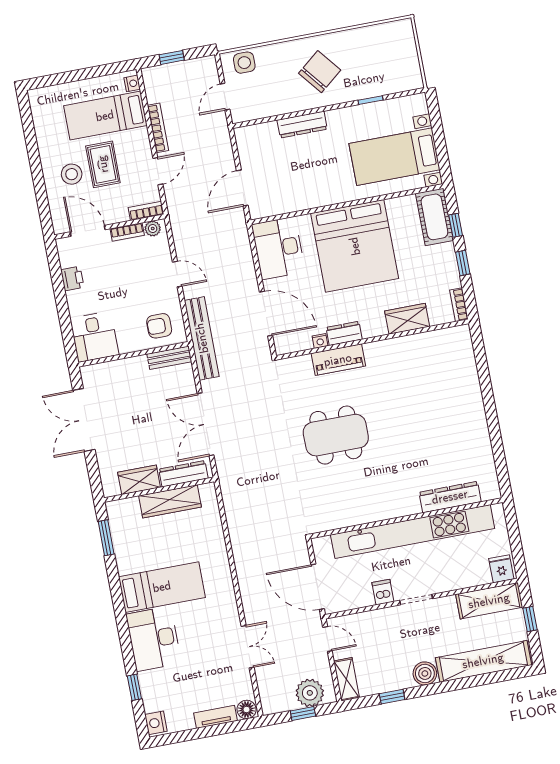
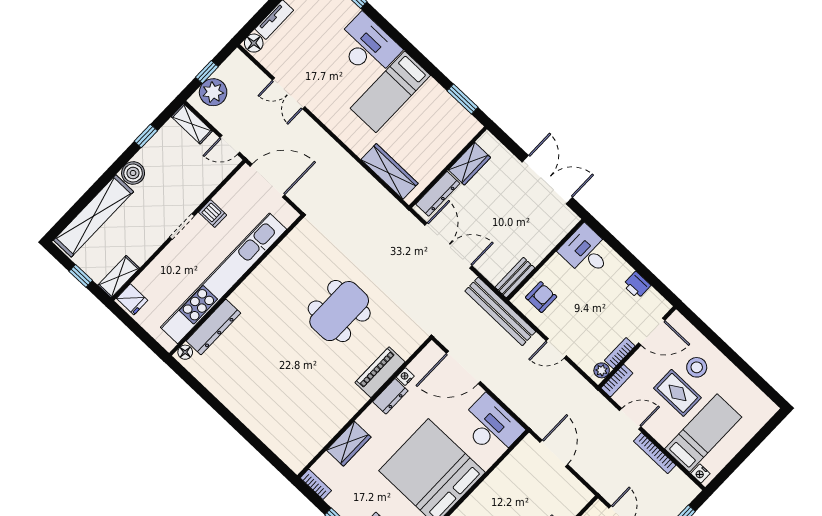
door: (158, 171) -> (630, 419), swing flipped
floor lamp: (489, 493) -> (185, 352), added
wardrobe: (170, 501) -> (390, 171), moved, turned 90
shelving: (489, 601) -> (119, 277), width x0.67, depth x0.75

